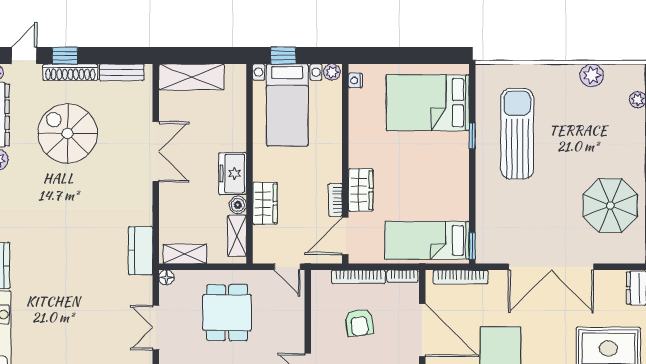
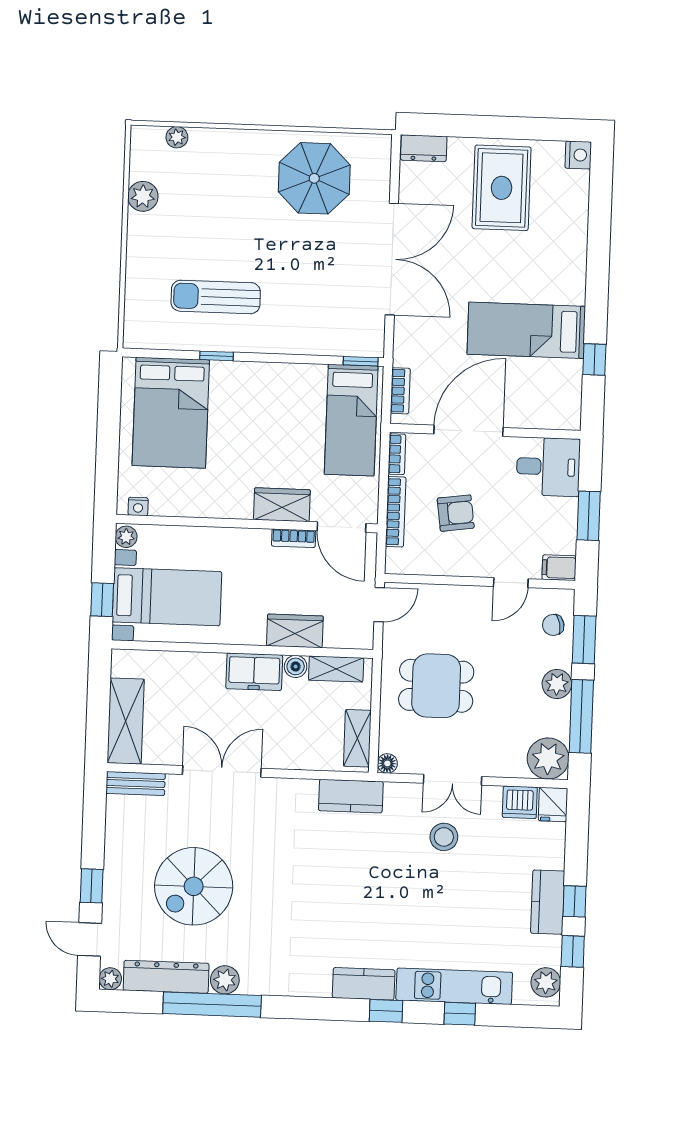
shoe rack: (70, 72) -> (114, 880), removed
bench: (122, 72) -> (136, 783), moved, turned 90
sun lounger: (517, 134) -> (216, 297), width x0.73, depth x0.75
bookcase: (461, 277) -> (400, 391), width x0.64
stool: (112, 323) -> (444, 837), added

